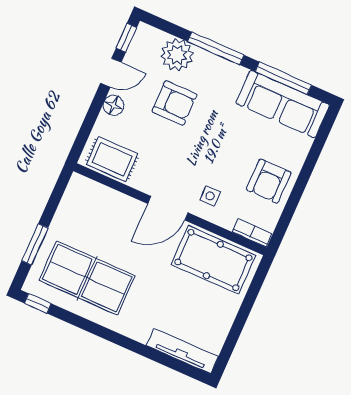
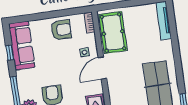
window: (283, 78) -> (10, 53), width x0.46
door: (168, 208) -> (102, 68), swing flipped

